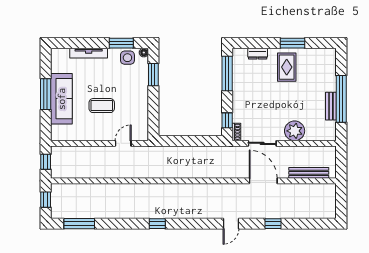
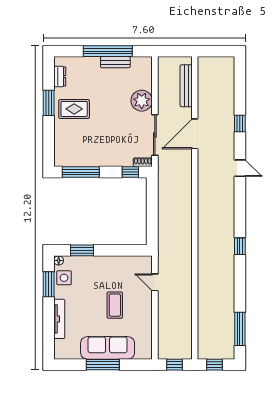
dresser: (258, 54) -> (60, 76), moved
sliding door: (262, 143) -> (155, 135), width x1.37

